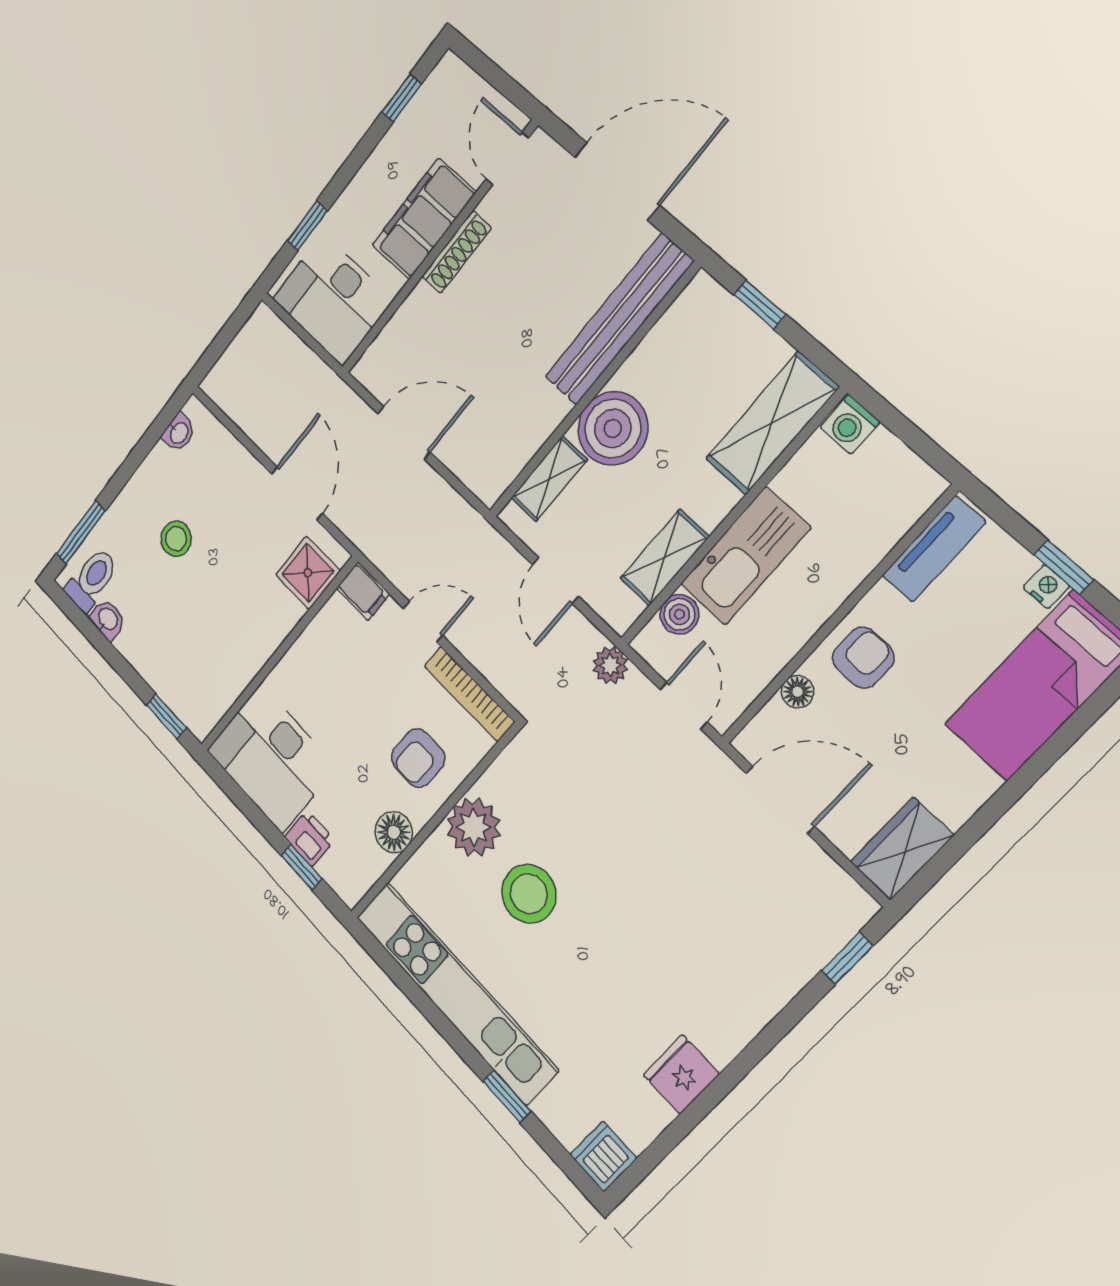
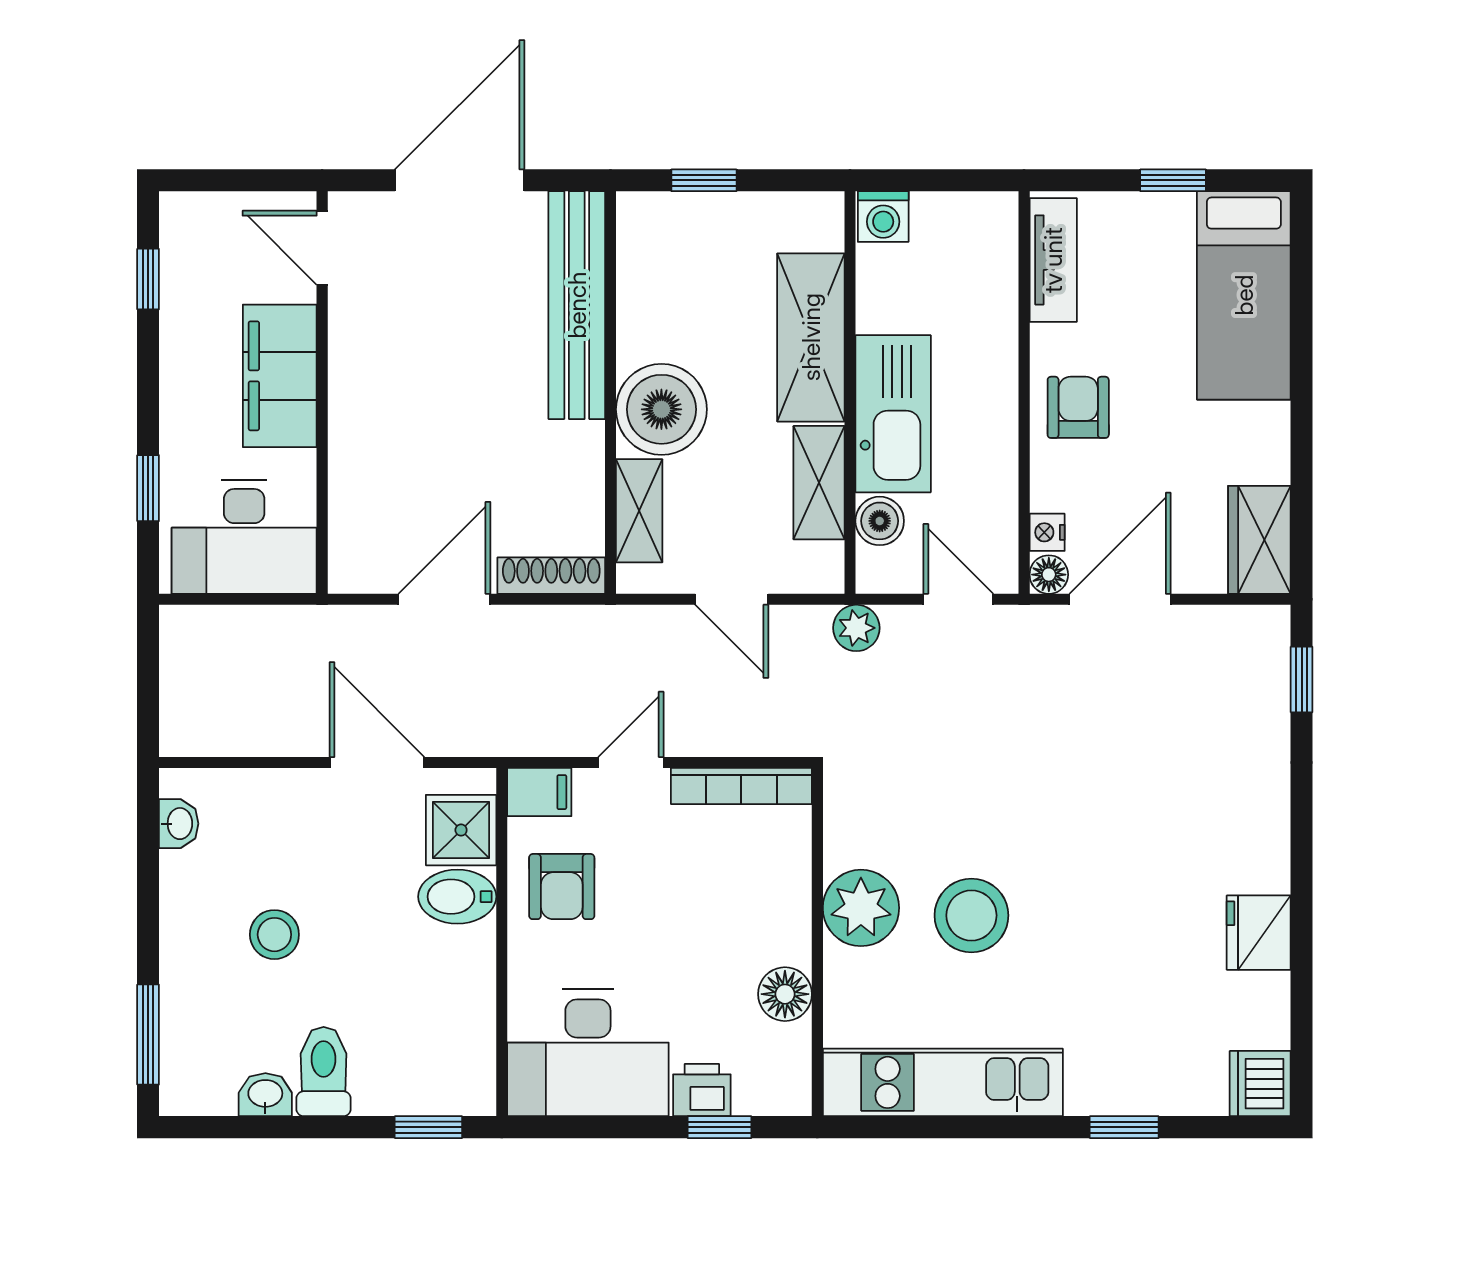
shoe rack: (456, 252) -> (551, 576), moved, turned -90
shelving: (772, 423) -> (811, 337), moved
toilet: (92, 580) -> (324, 1072), moved
nightstand: (1046, 587) -> (1047, 532), moved, turned -90
bidet: (277, 608) -> (457, 897), added
floor lamp: (798, 692) -> (1049, 575), moved
armchair: (418, 758) -> (562, 887), moved
kitchen unit: (456, 992) -> (943, 1082), width x0.73

